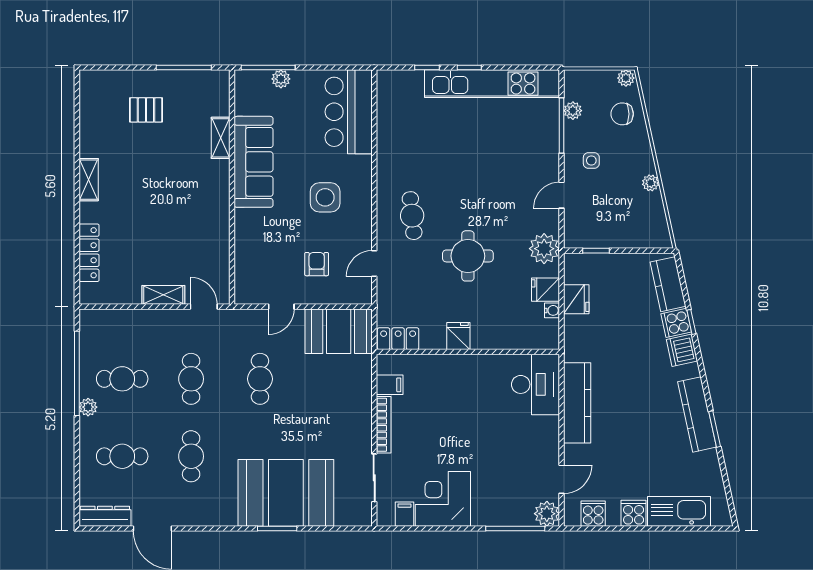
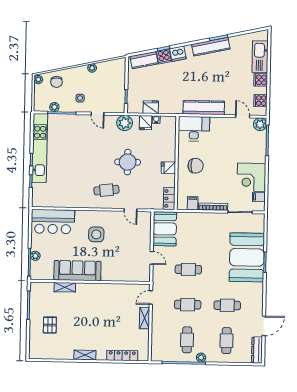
armchair: (317, 264) -> (130, 239), removed
chair: (463, 389) -> (196, 166), added

